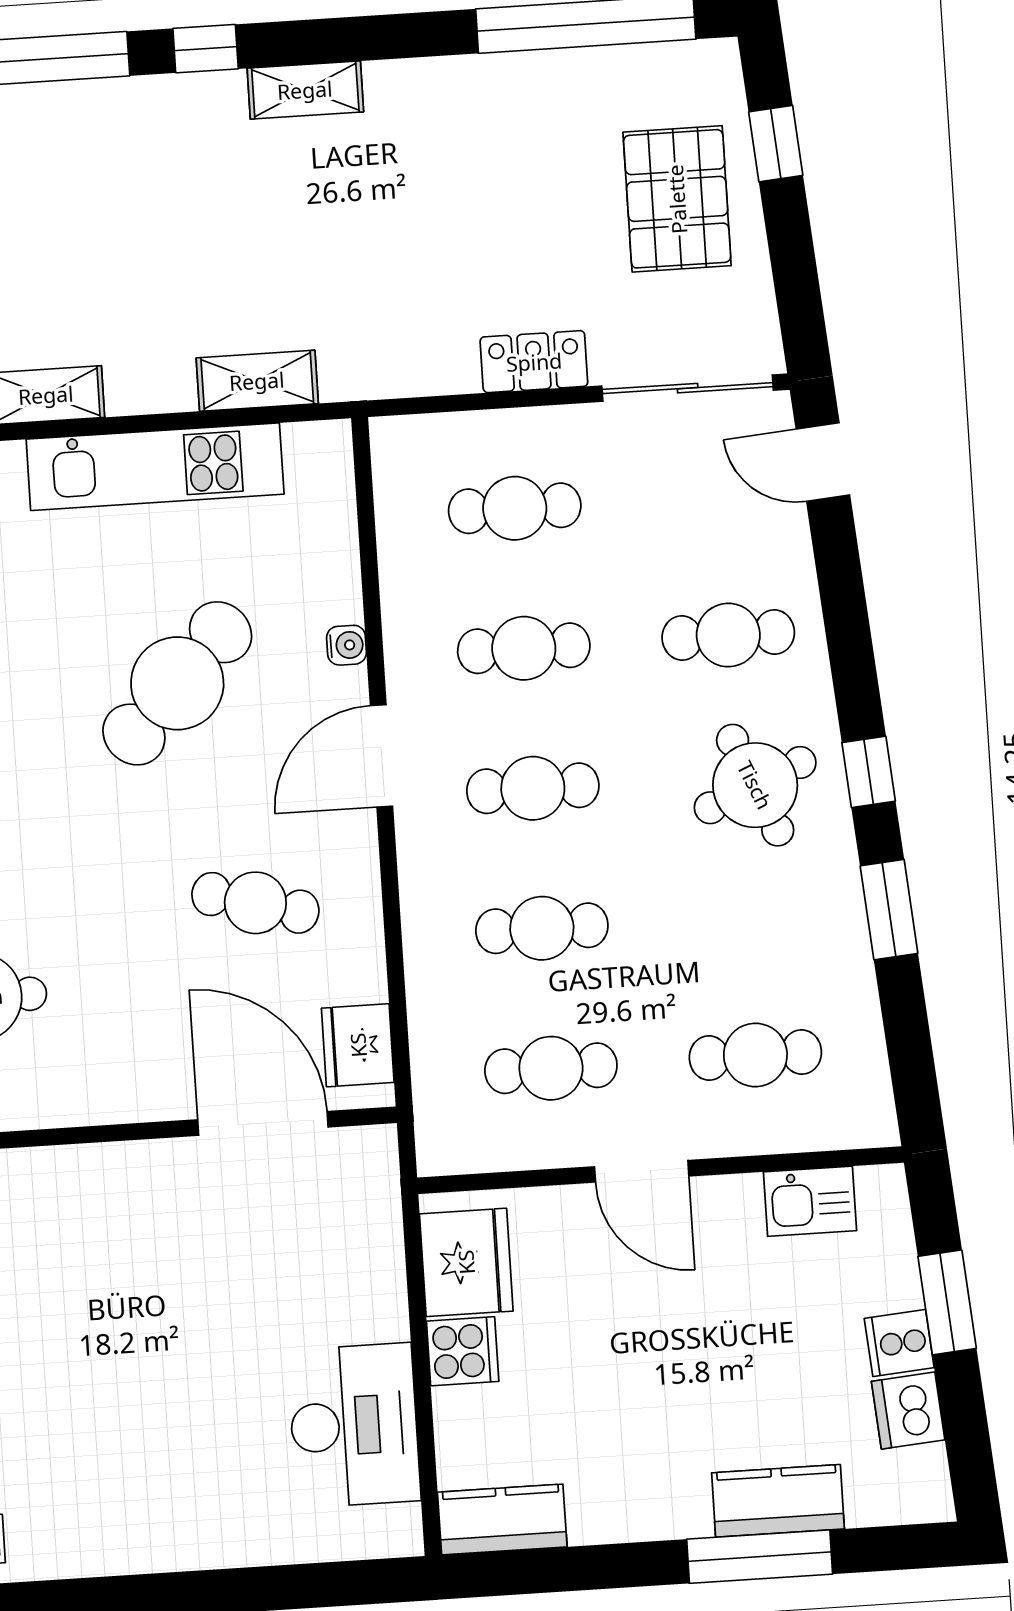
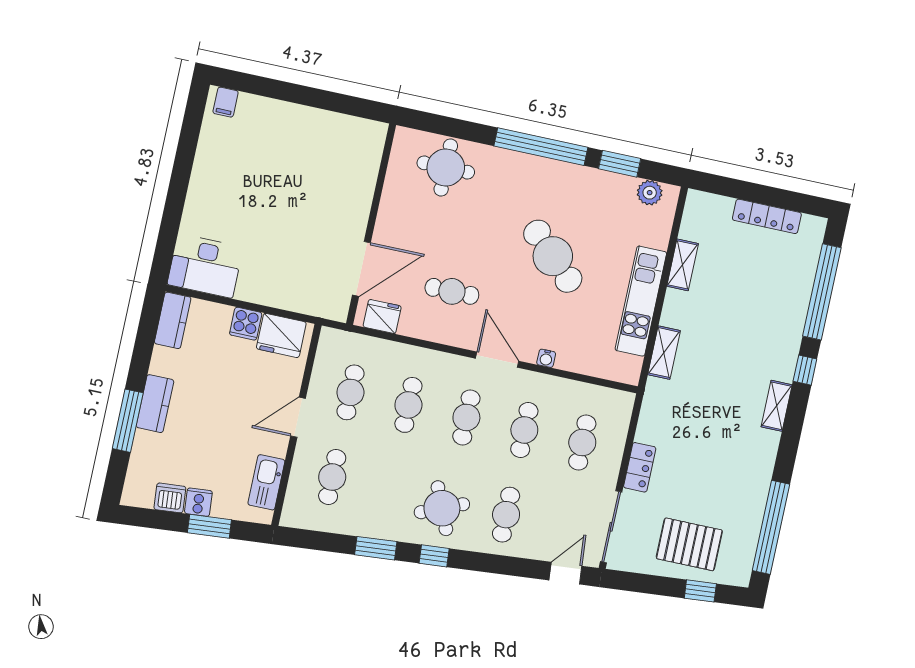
cafe table: (177, 683) -> (553, 256), moved
cafe table: (255, 903) -> (452, 291), turned 75
kitchen sink: (810, 1201) -> (266, 482), width x1.38
desk: (354, 1425) -> (205, 266), moved
kitchen counter: (778, 1501) -> (155, 404), moved

